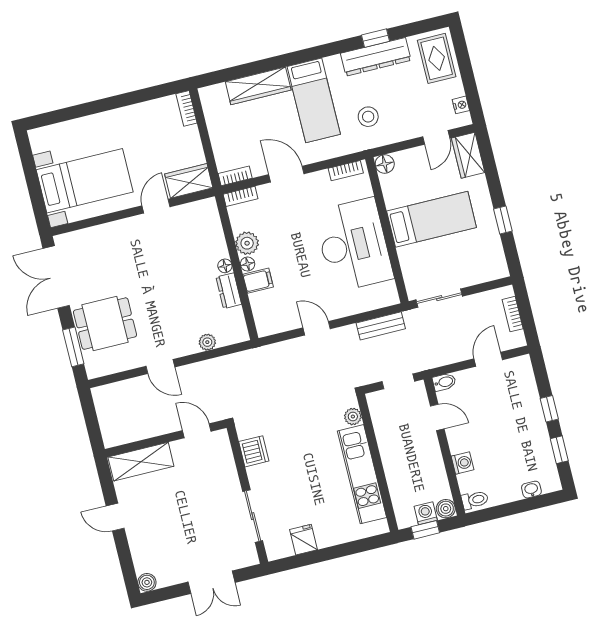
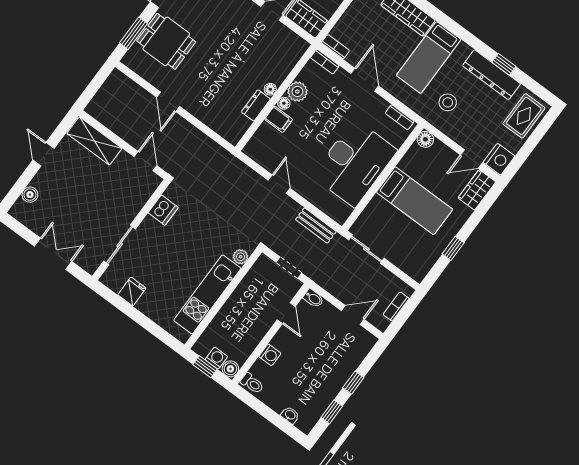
nightstand: (461, 105) -> (499, 159), width x1.89, depth x1.79
plant: (207, 342) -> (210, 119), removed
boiler: (147, 582) -> (30, 195), moved
double door: (211, 582) -> (53, 254), swing flipped

